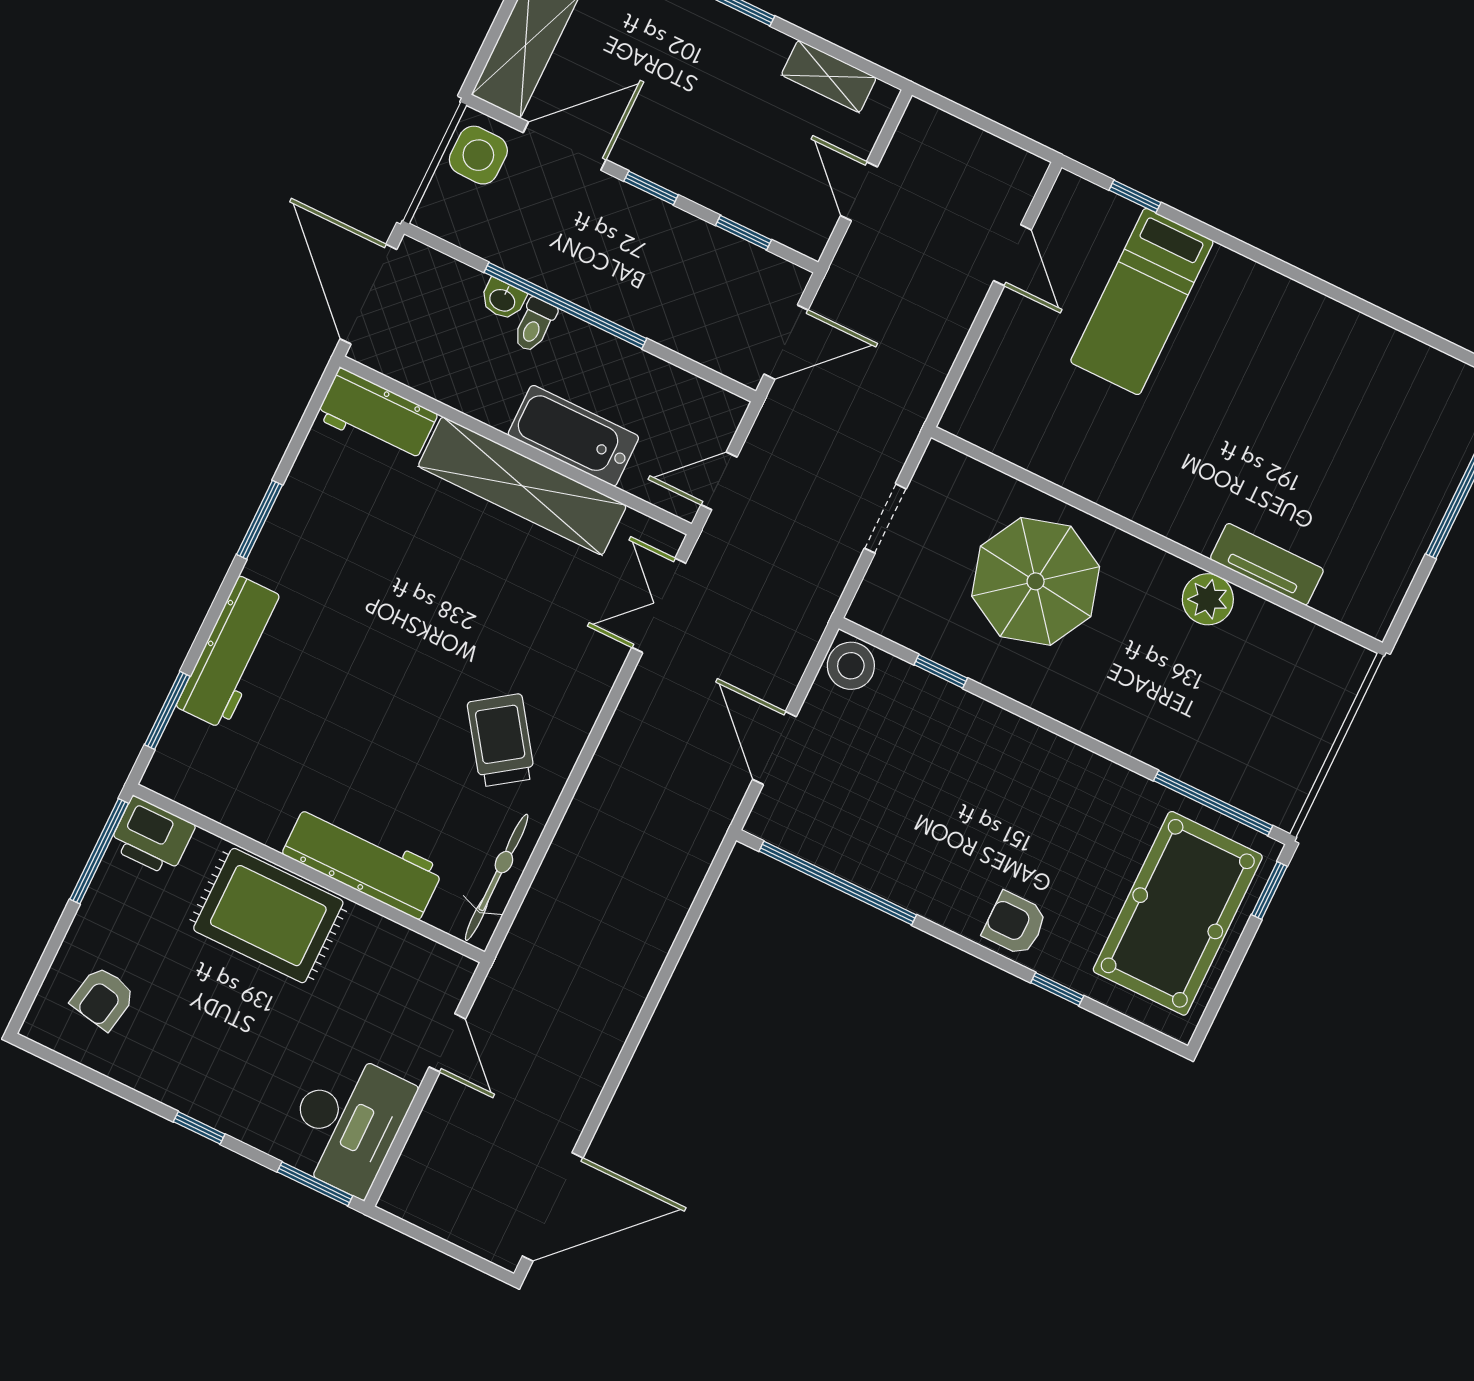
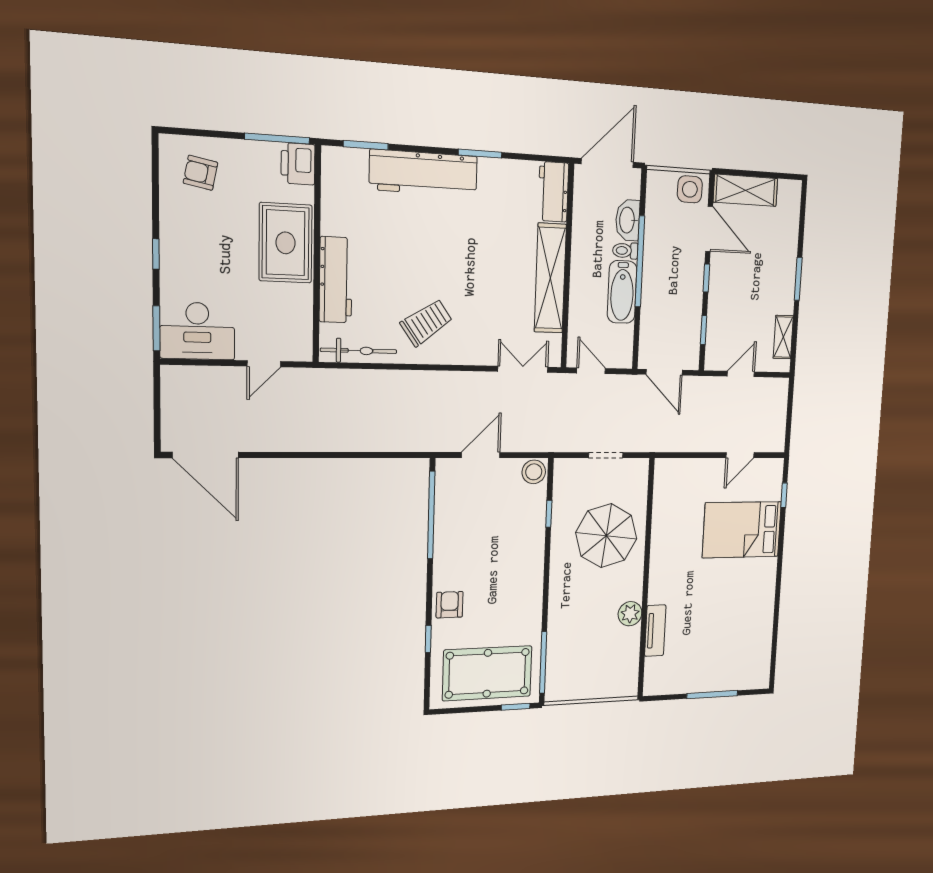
washbasin: (503, 299) -> (628, 220), width x1.91, depth x1.45
bed: (1142, 302) -> (742, 530), width x1.50
bathtub: (573, 436) -> (622, 292), moved, turned 180
workbench: (232, 653) -> (424, 173), width x1.36, depth x1.32

